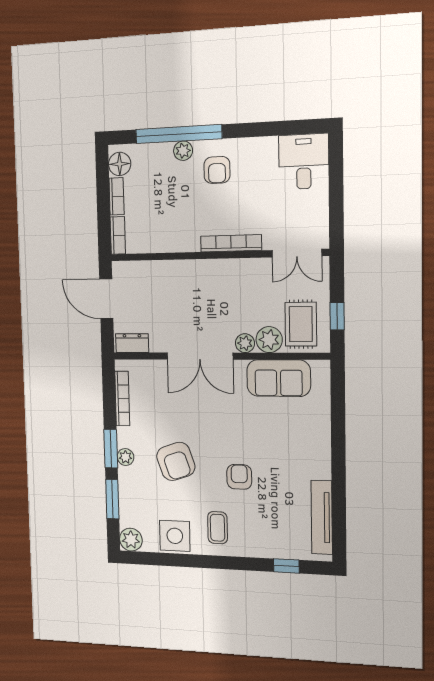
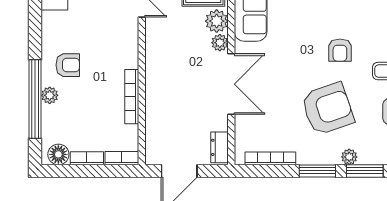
bookcase: (231, 243) -> (132, 97), moved
plant: (125, 457) -> (349, 157), moved
armchair: (176, 461) -> (328, 109), width x1.36, depth x1.36
armchair: (239, 477) -> (340, 50), turned -90

